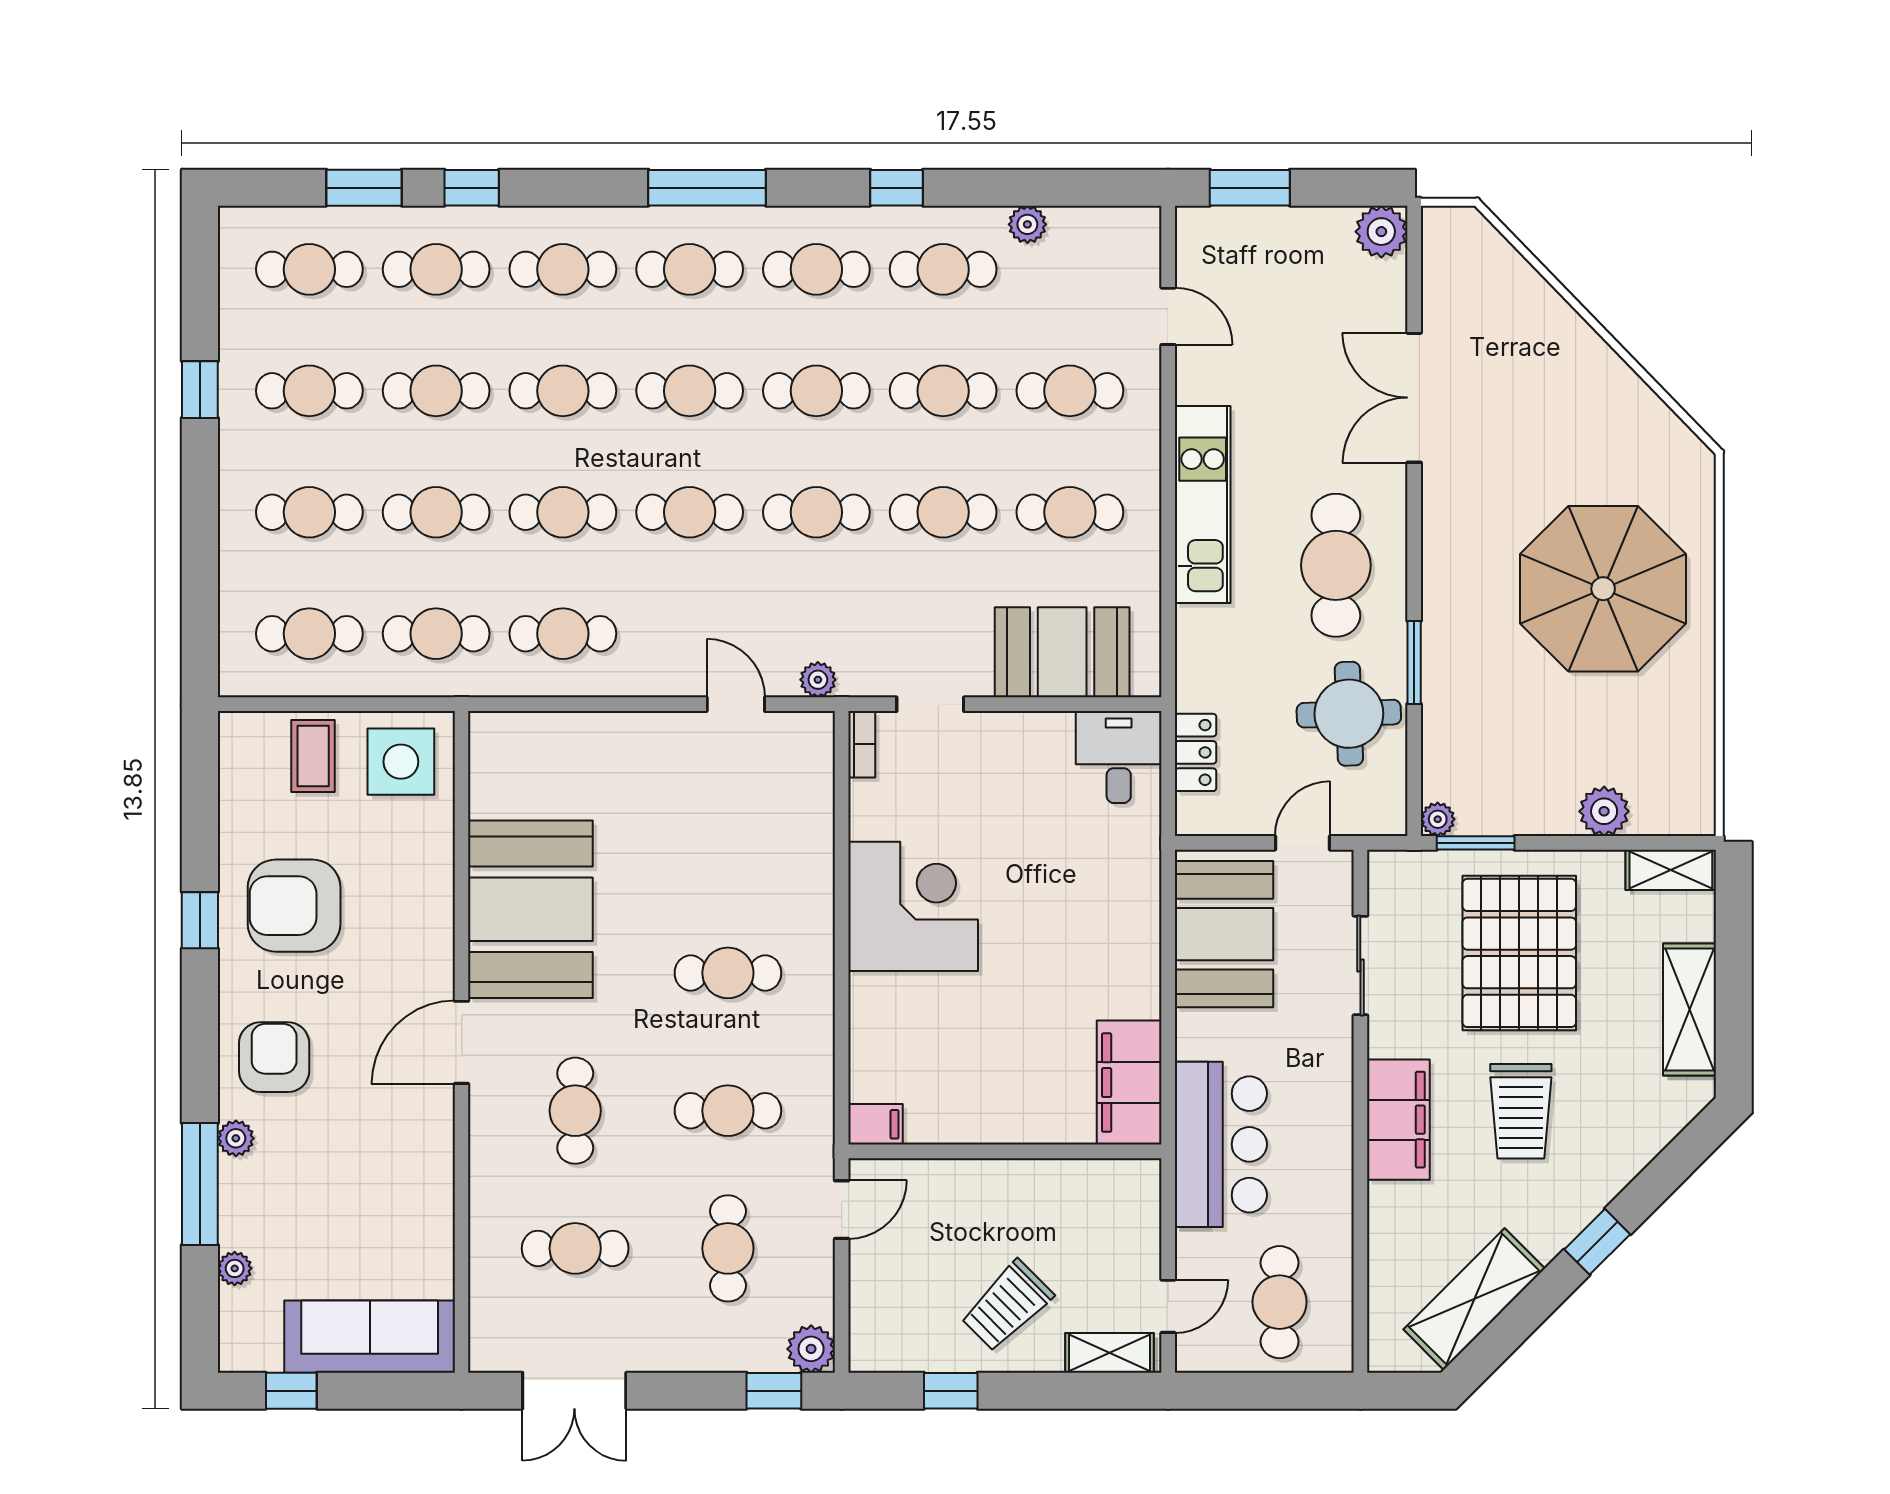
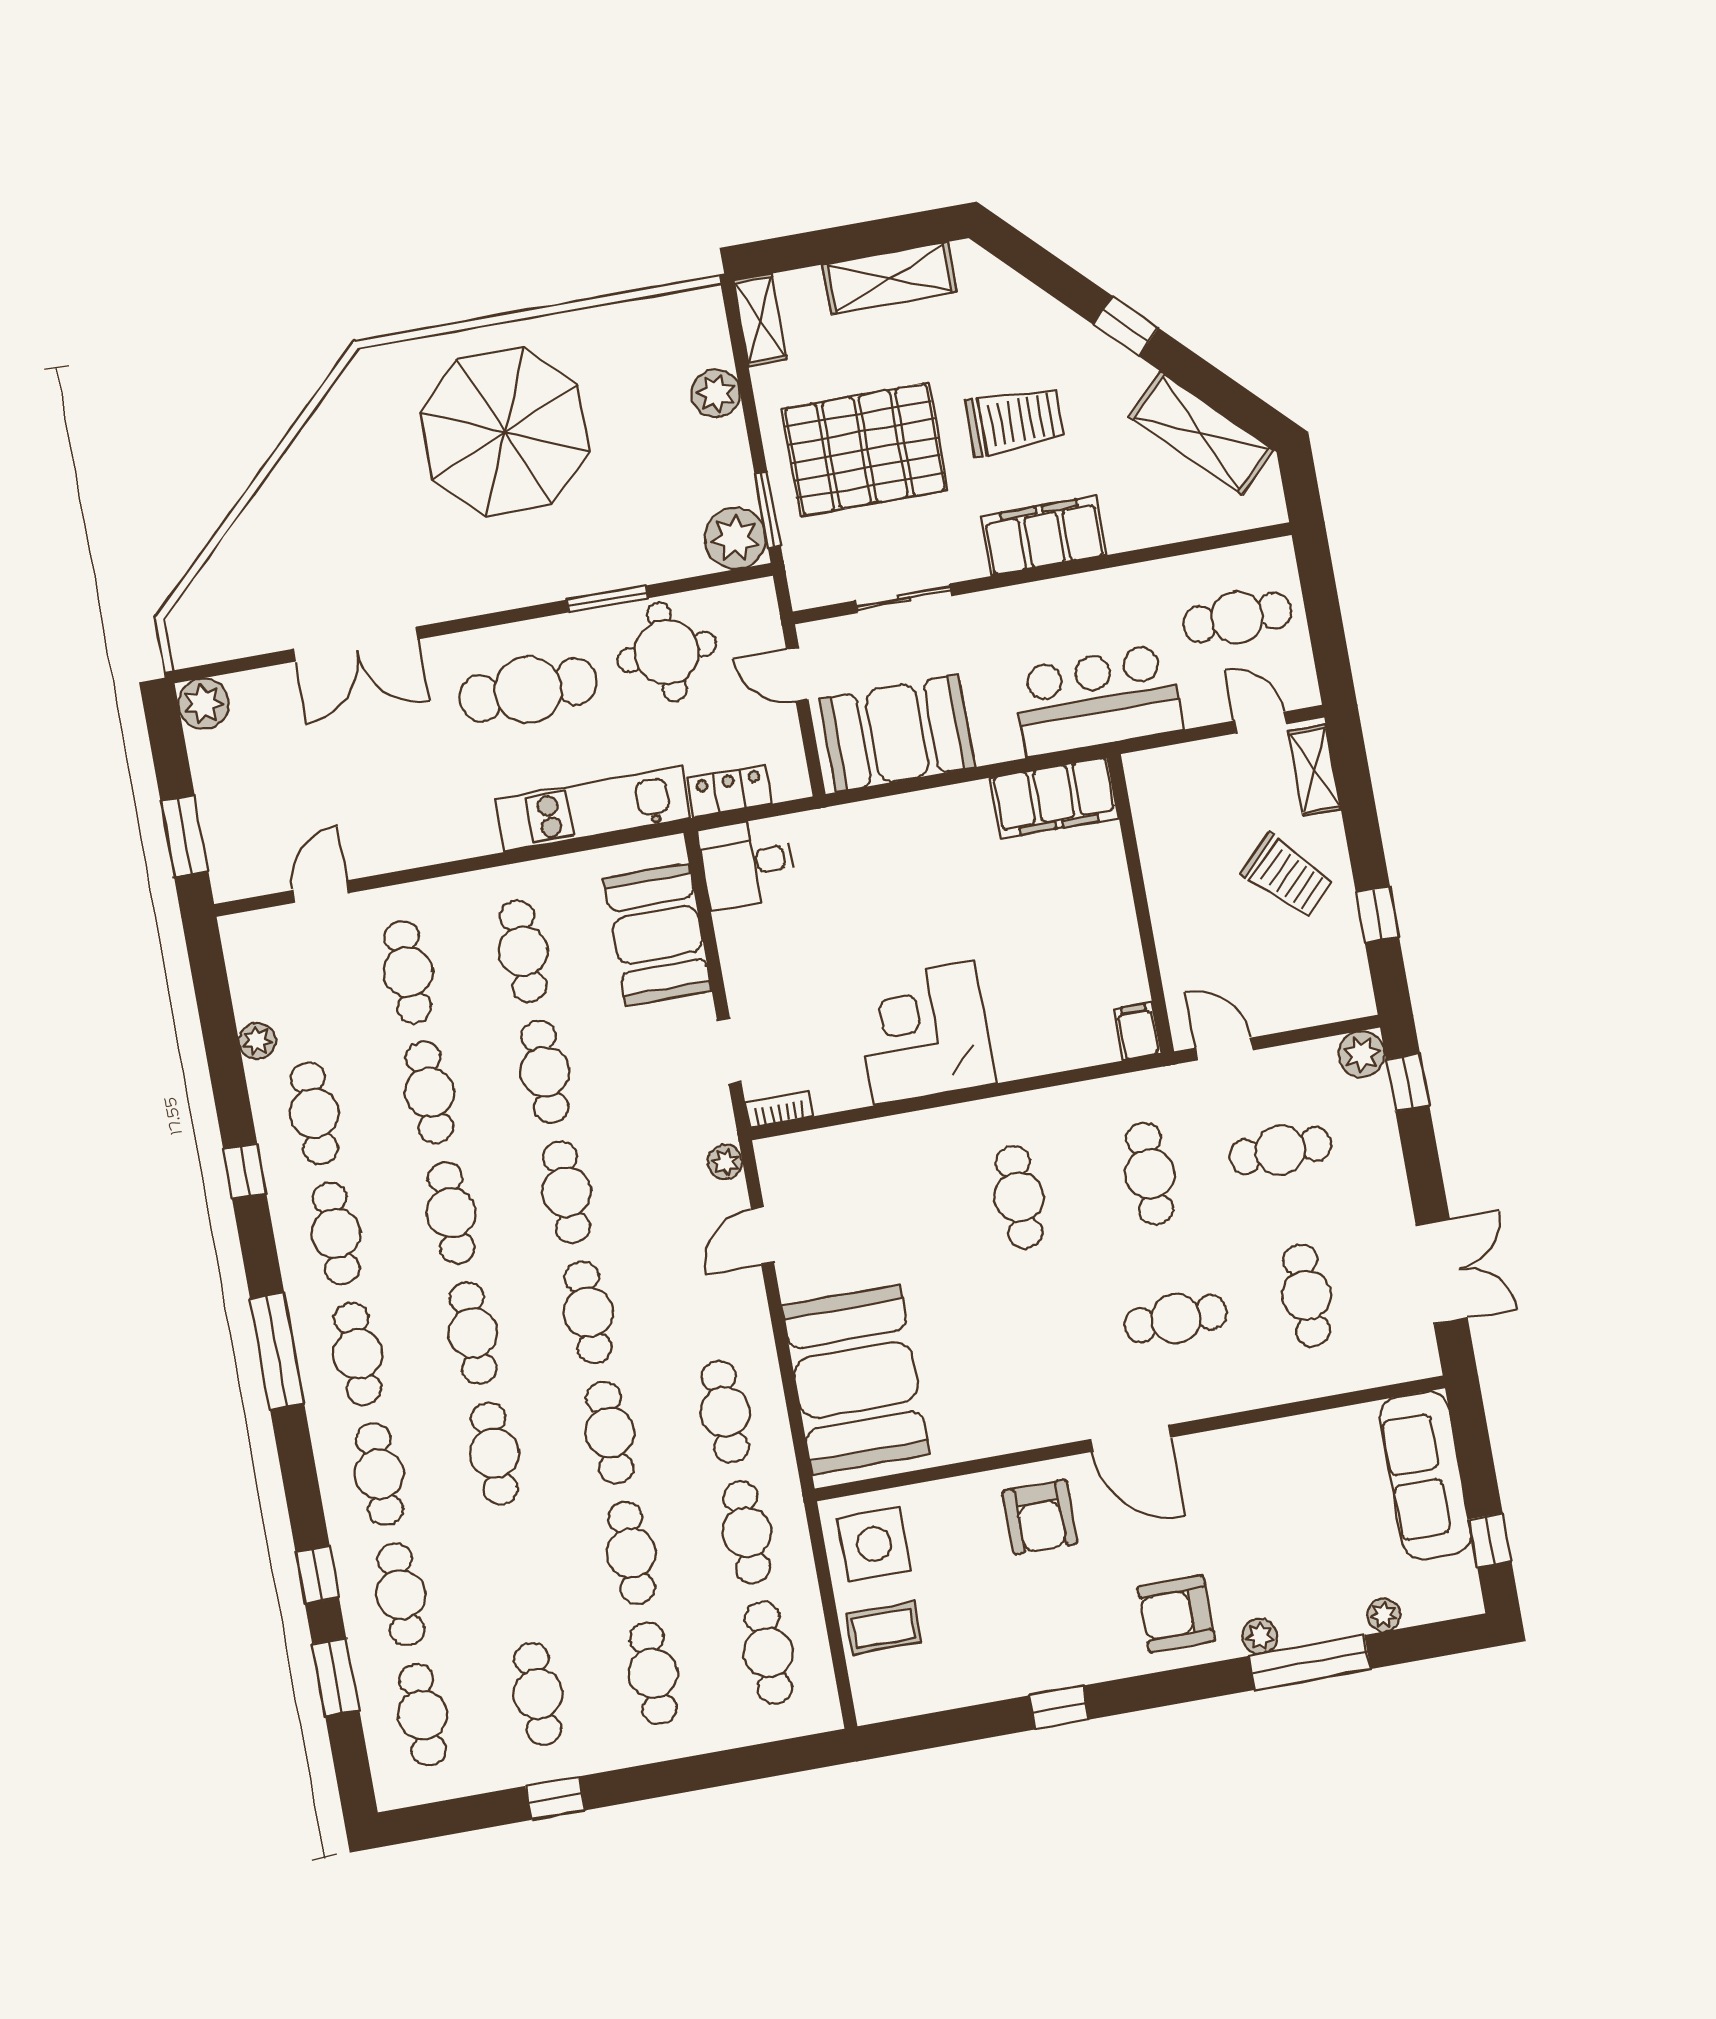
cafe table: (436, 391) -> (516, 1574), removed
kitchen unit: (1203, 504) -> (593, 809), moved
plant: (1438, 819) -> (735, 538), width x1.88, depth x1.88
armchair: (294, 906) -> (1040, 1517), moved, width x0.73, depth x0.73
booth: (530, 909) -> (856, 1380), moved, turned 90

